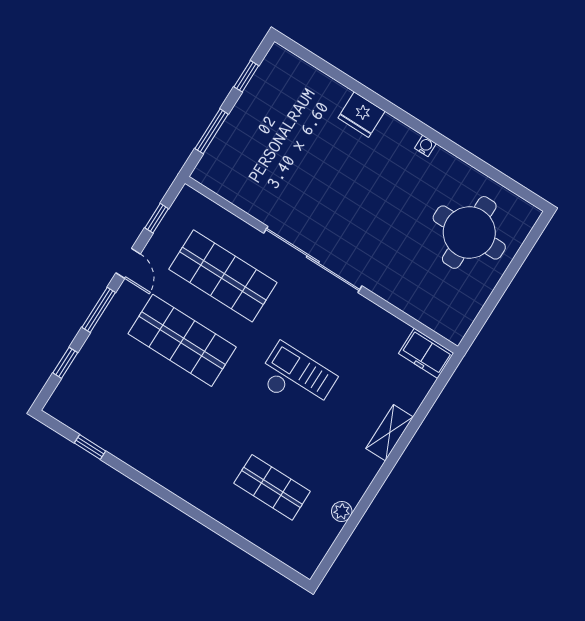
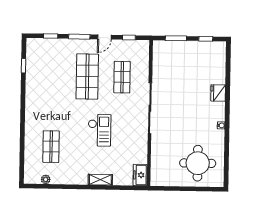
shop shelf: (223, 276) -> (122, 77), width x0.70, depth x0.74
plant: (342, 511) -> (46, 179), moved

